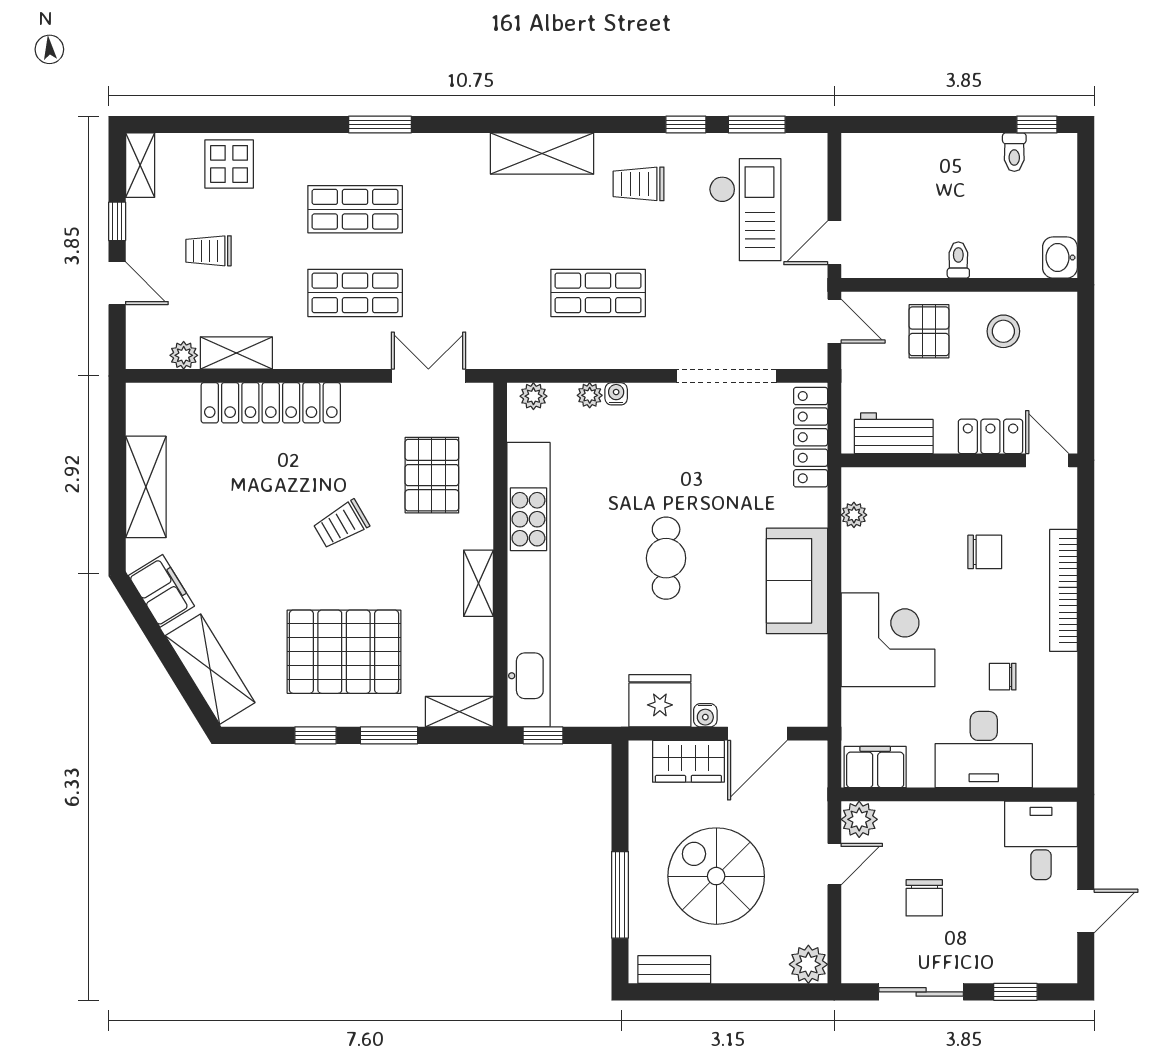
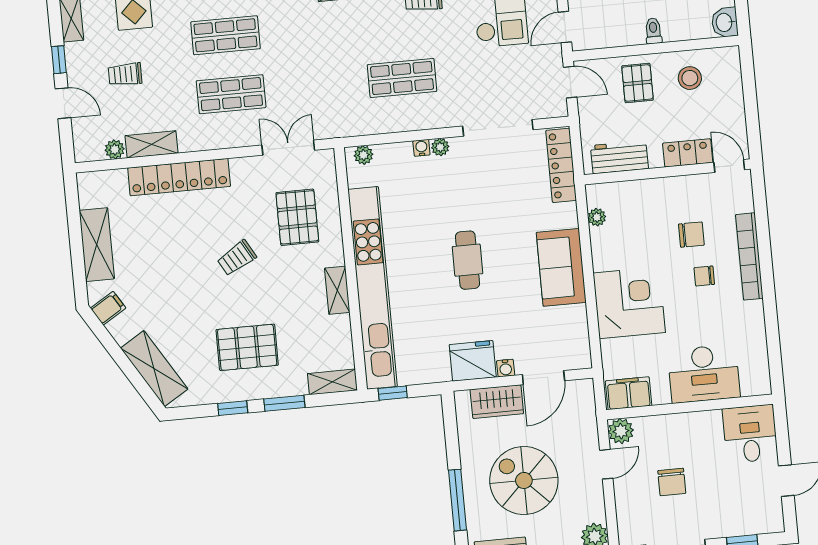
plant: (590, 395) -> (440, 147), moved
filing cabinet: (161, 591) -> (108, 308), width x0.50
pallet: (344, 652) -> (247, 347), width x0.73, depth x0.71
chair: (1003, 677) -> (704, 276), moved

